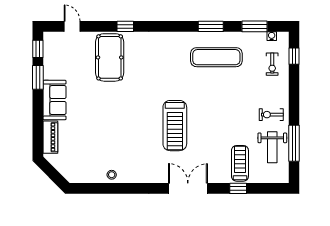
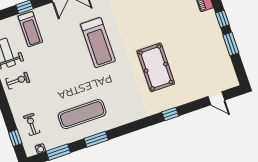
window: (38, 49) -> (222, 19), moved
pool table: (110, 57) -> (156, 67), moved
sofa: (55, 100) -> (210, 29), removed
treadmill: (175, 126) -> (98, 43), turned 180

